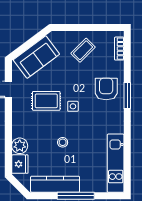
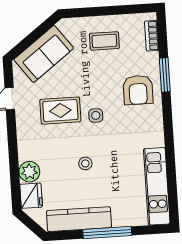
coffee table: (83, 50) -> (104, 41), turned 45
armchair: (106, 89) -> (138, 90), turned 180
window: (127, 95) -> (165, 75), moved

